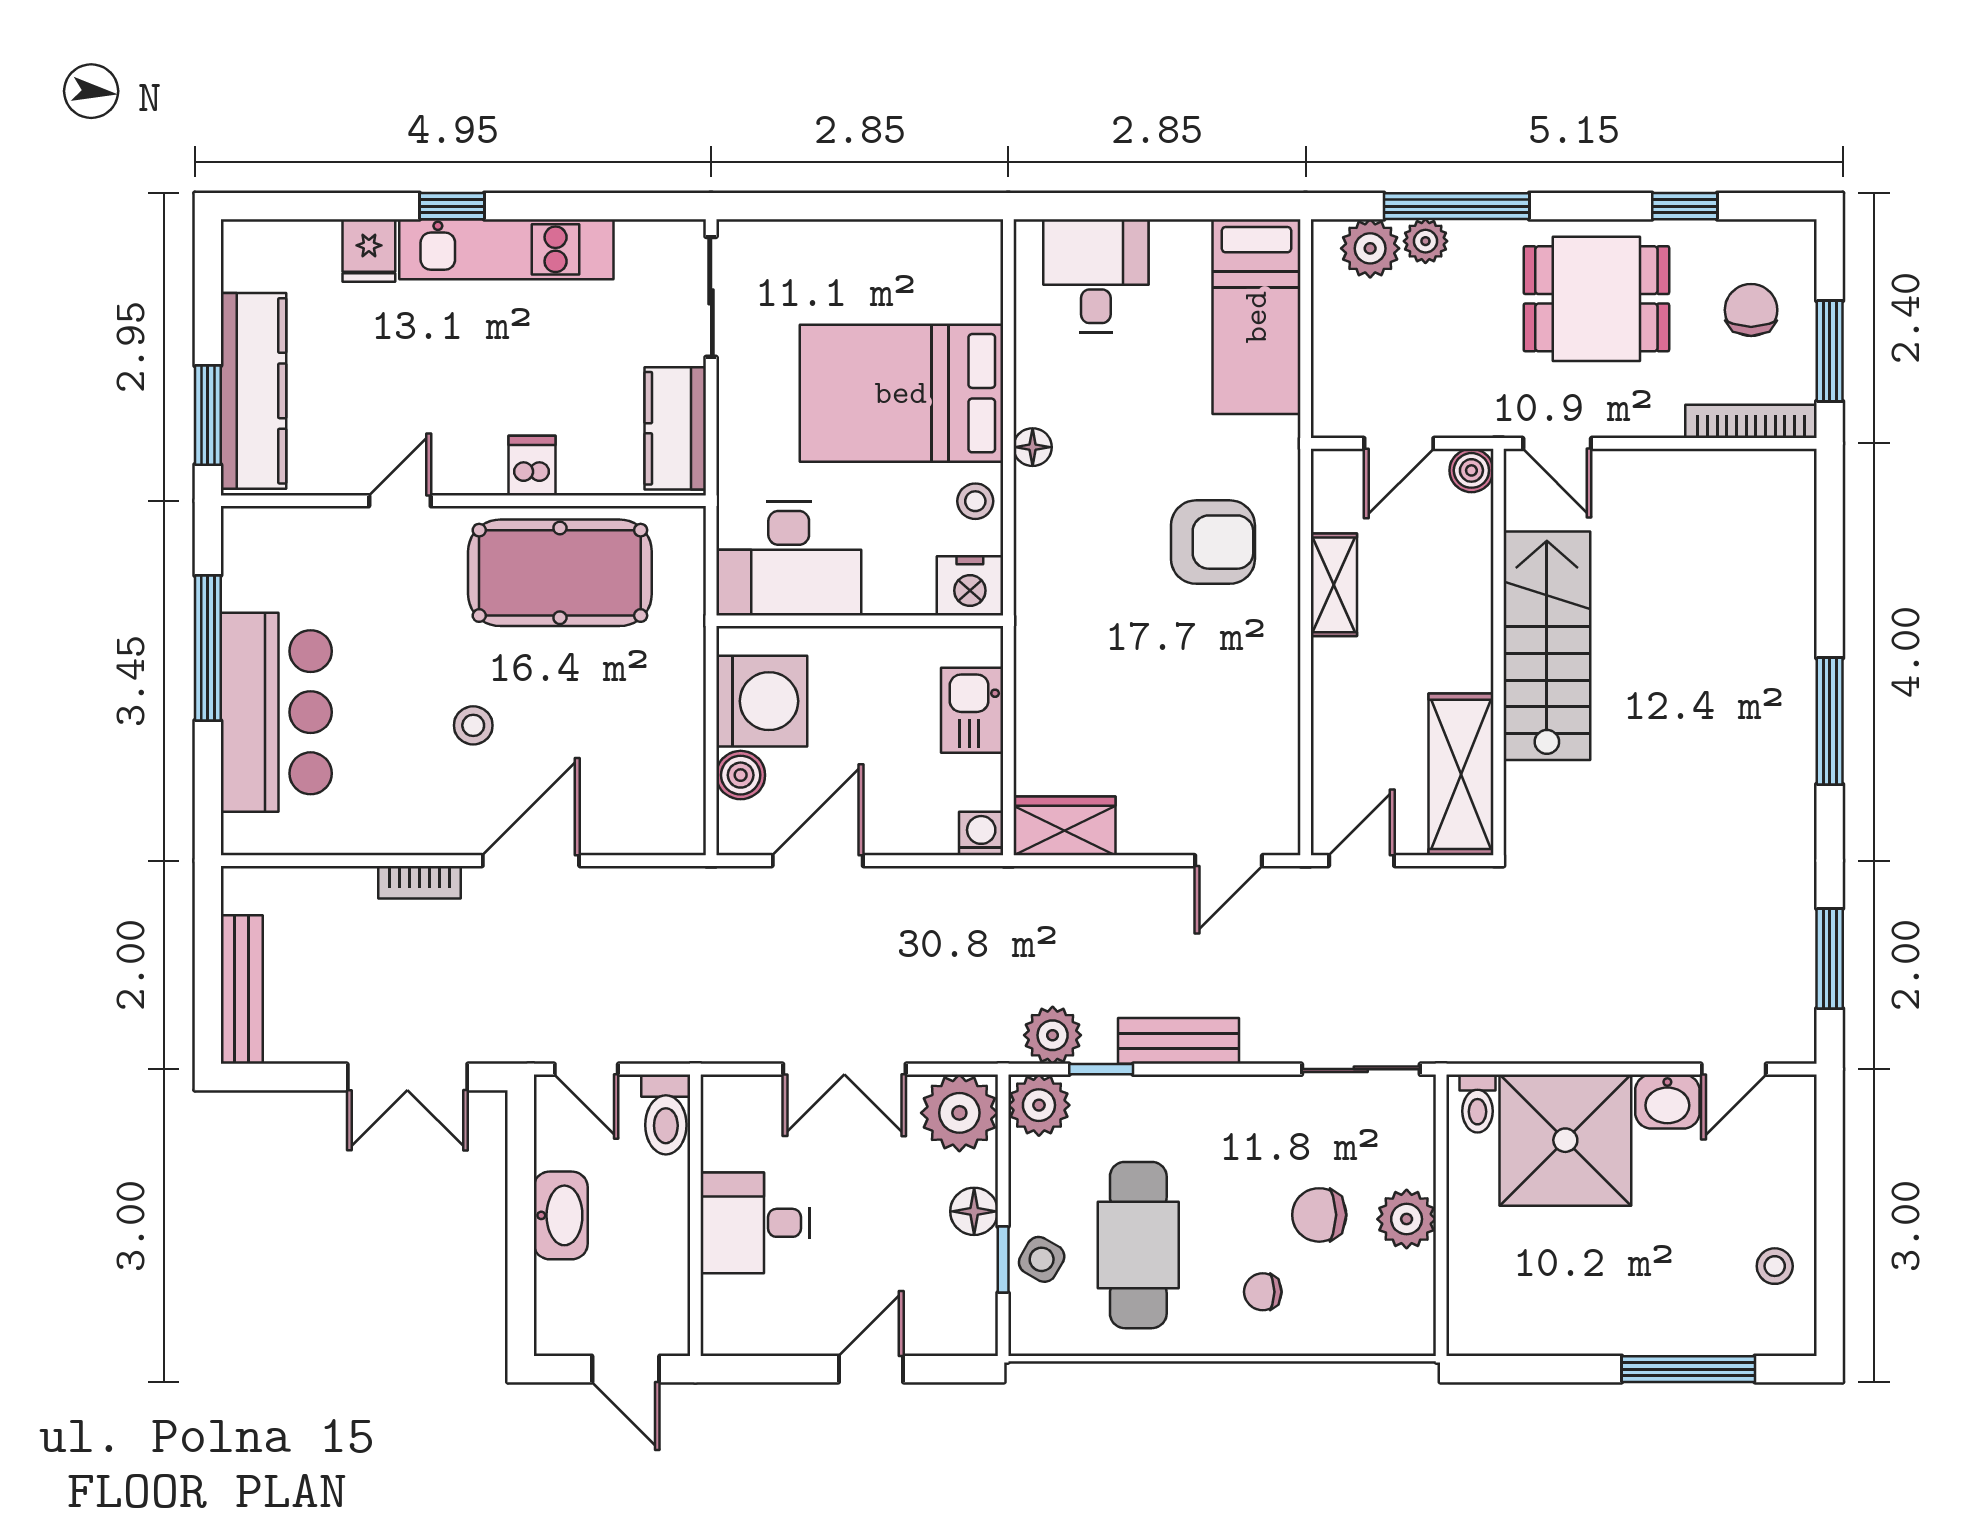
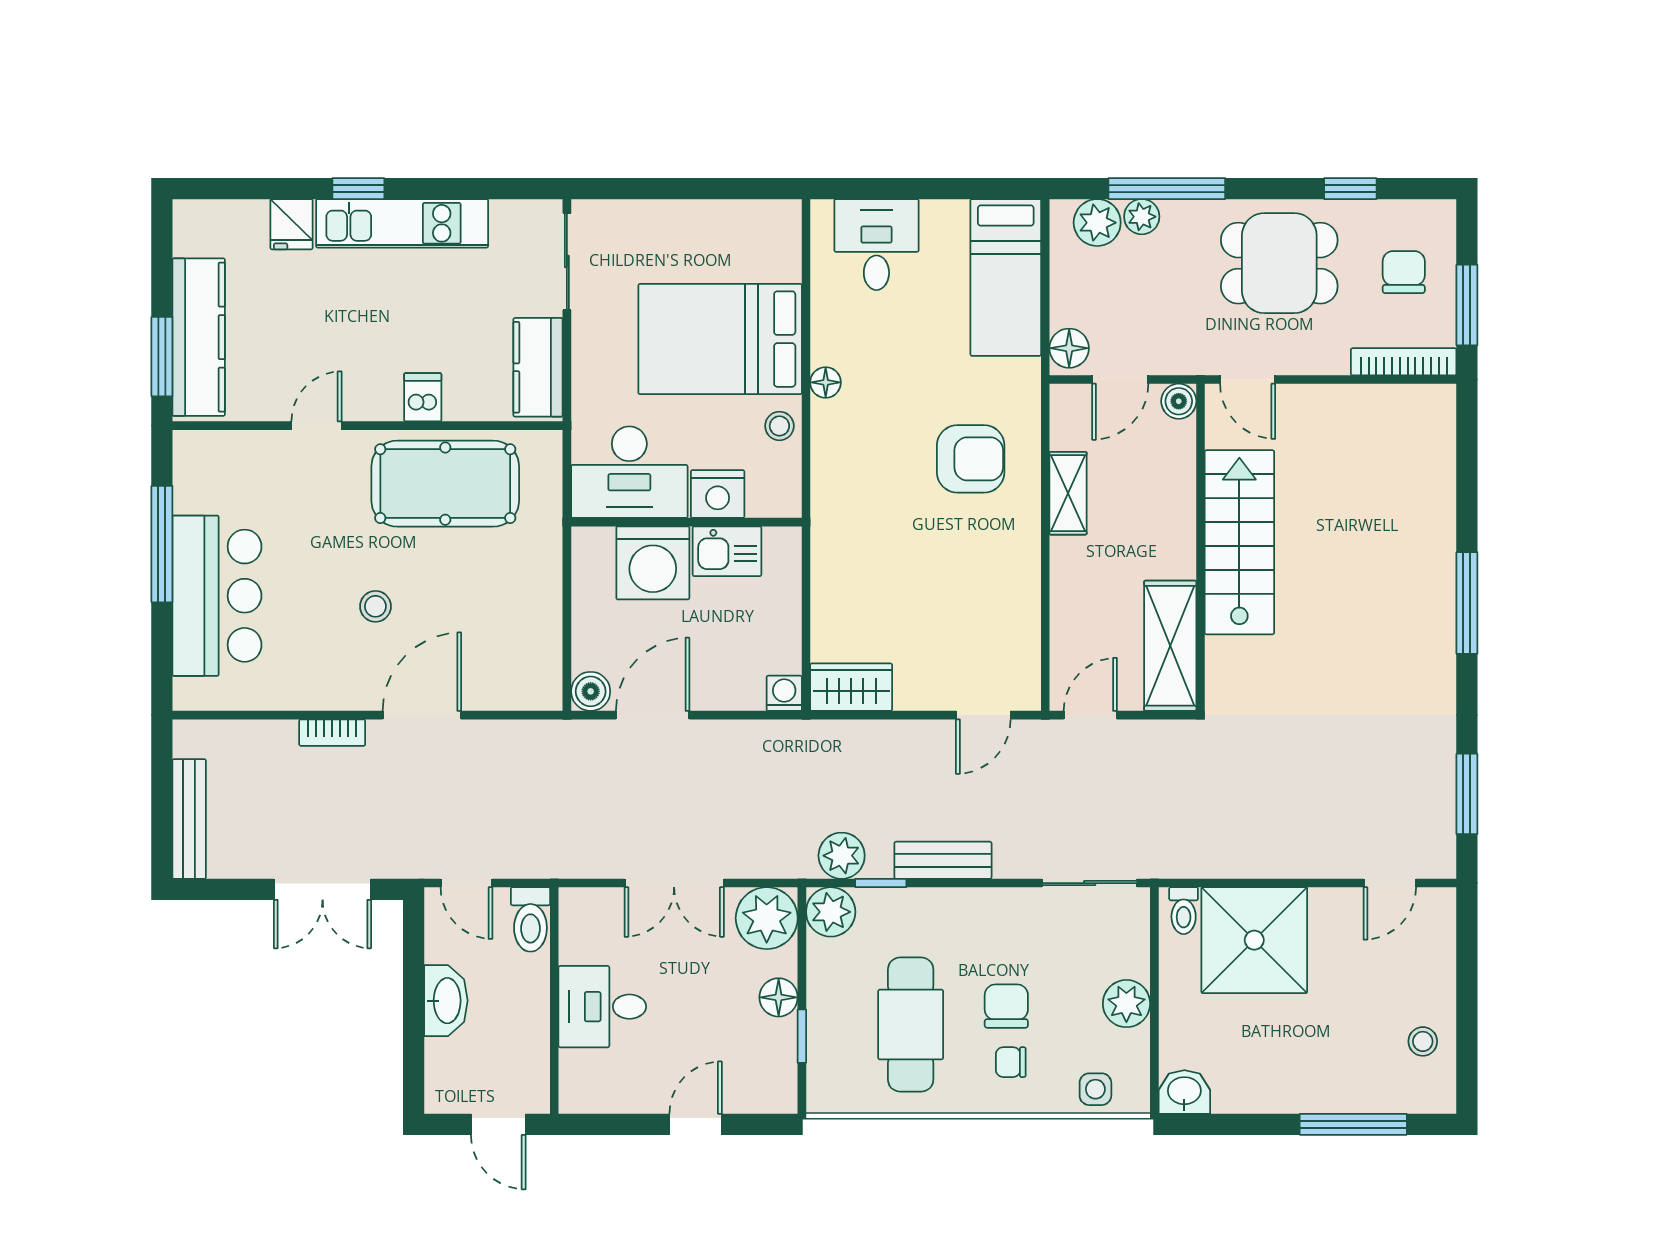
floor lamp: (1335, 405) -> (1069, 348), added
nightstand: (970, 586) -> (718, 494), moved
washing machine: (762, 701) -> (653, 563), moved, turned 90
kitchen sink: (972, 710) -> (727, 551), moved, turned -90
boiler: (741, 775) -> (591, 691), moved
washbasin: (1667, 1102) -> (1184, 1092), moved, turned 180
chair: (1319, 1215) -> (1006, 1006), moved, turned 90
side table: (1042, 1259) -> (1095, 1089), moved, turned -30

